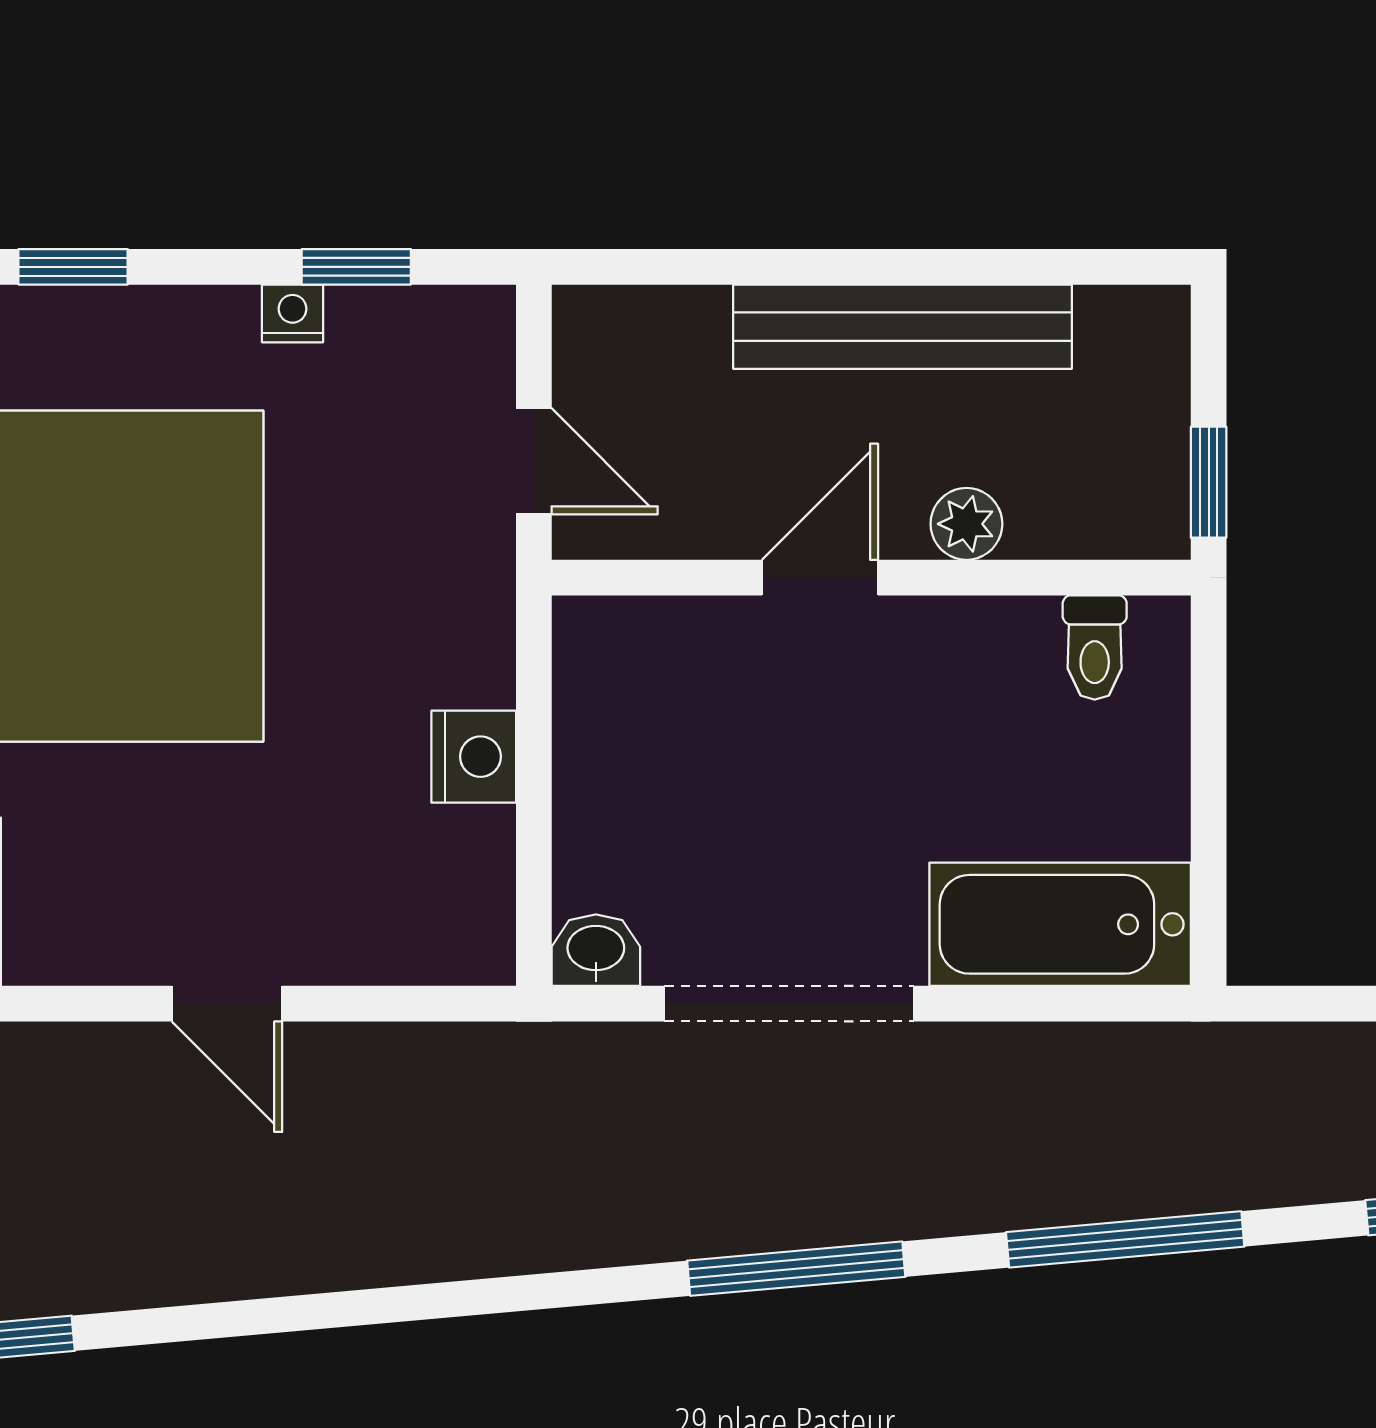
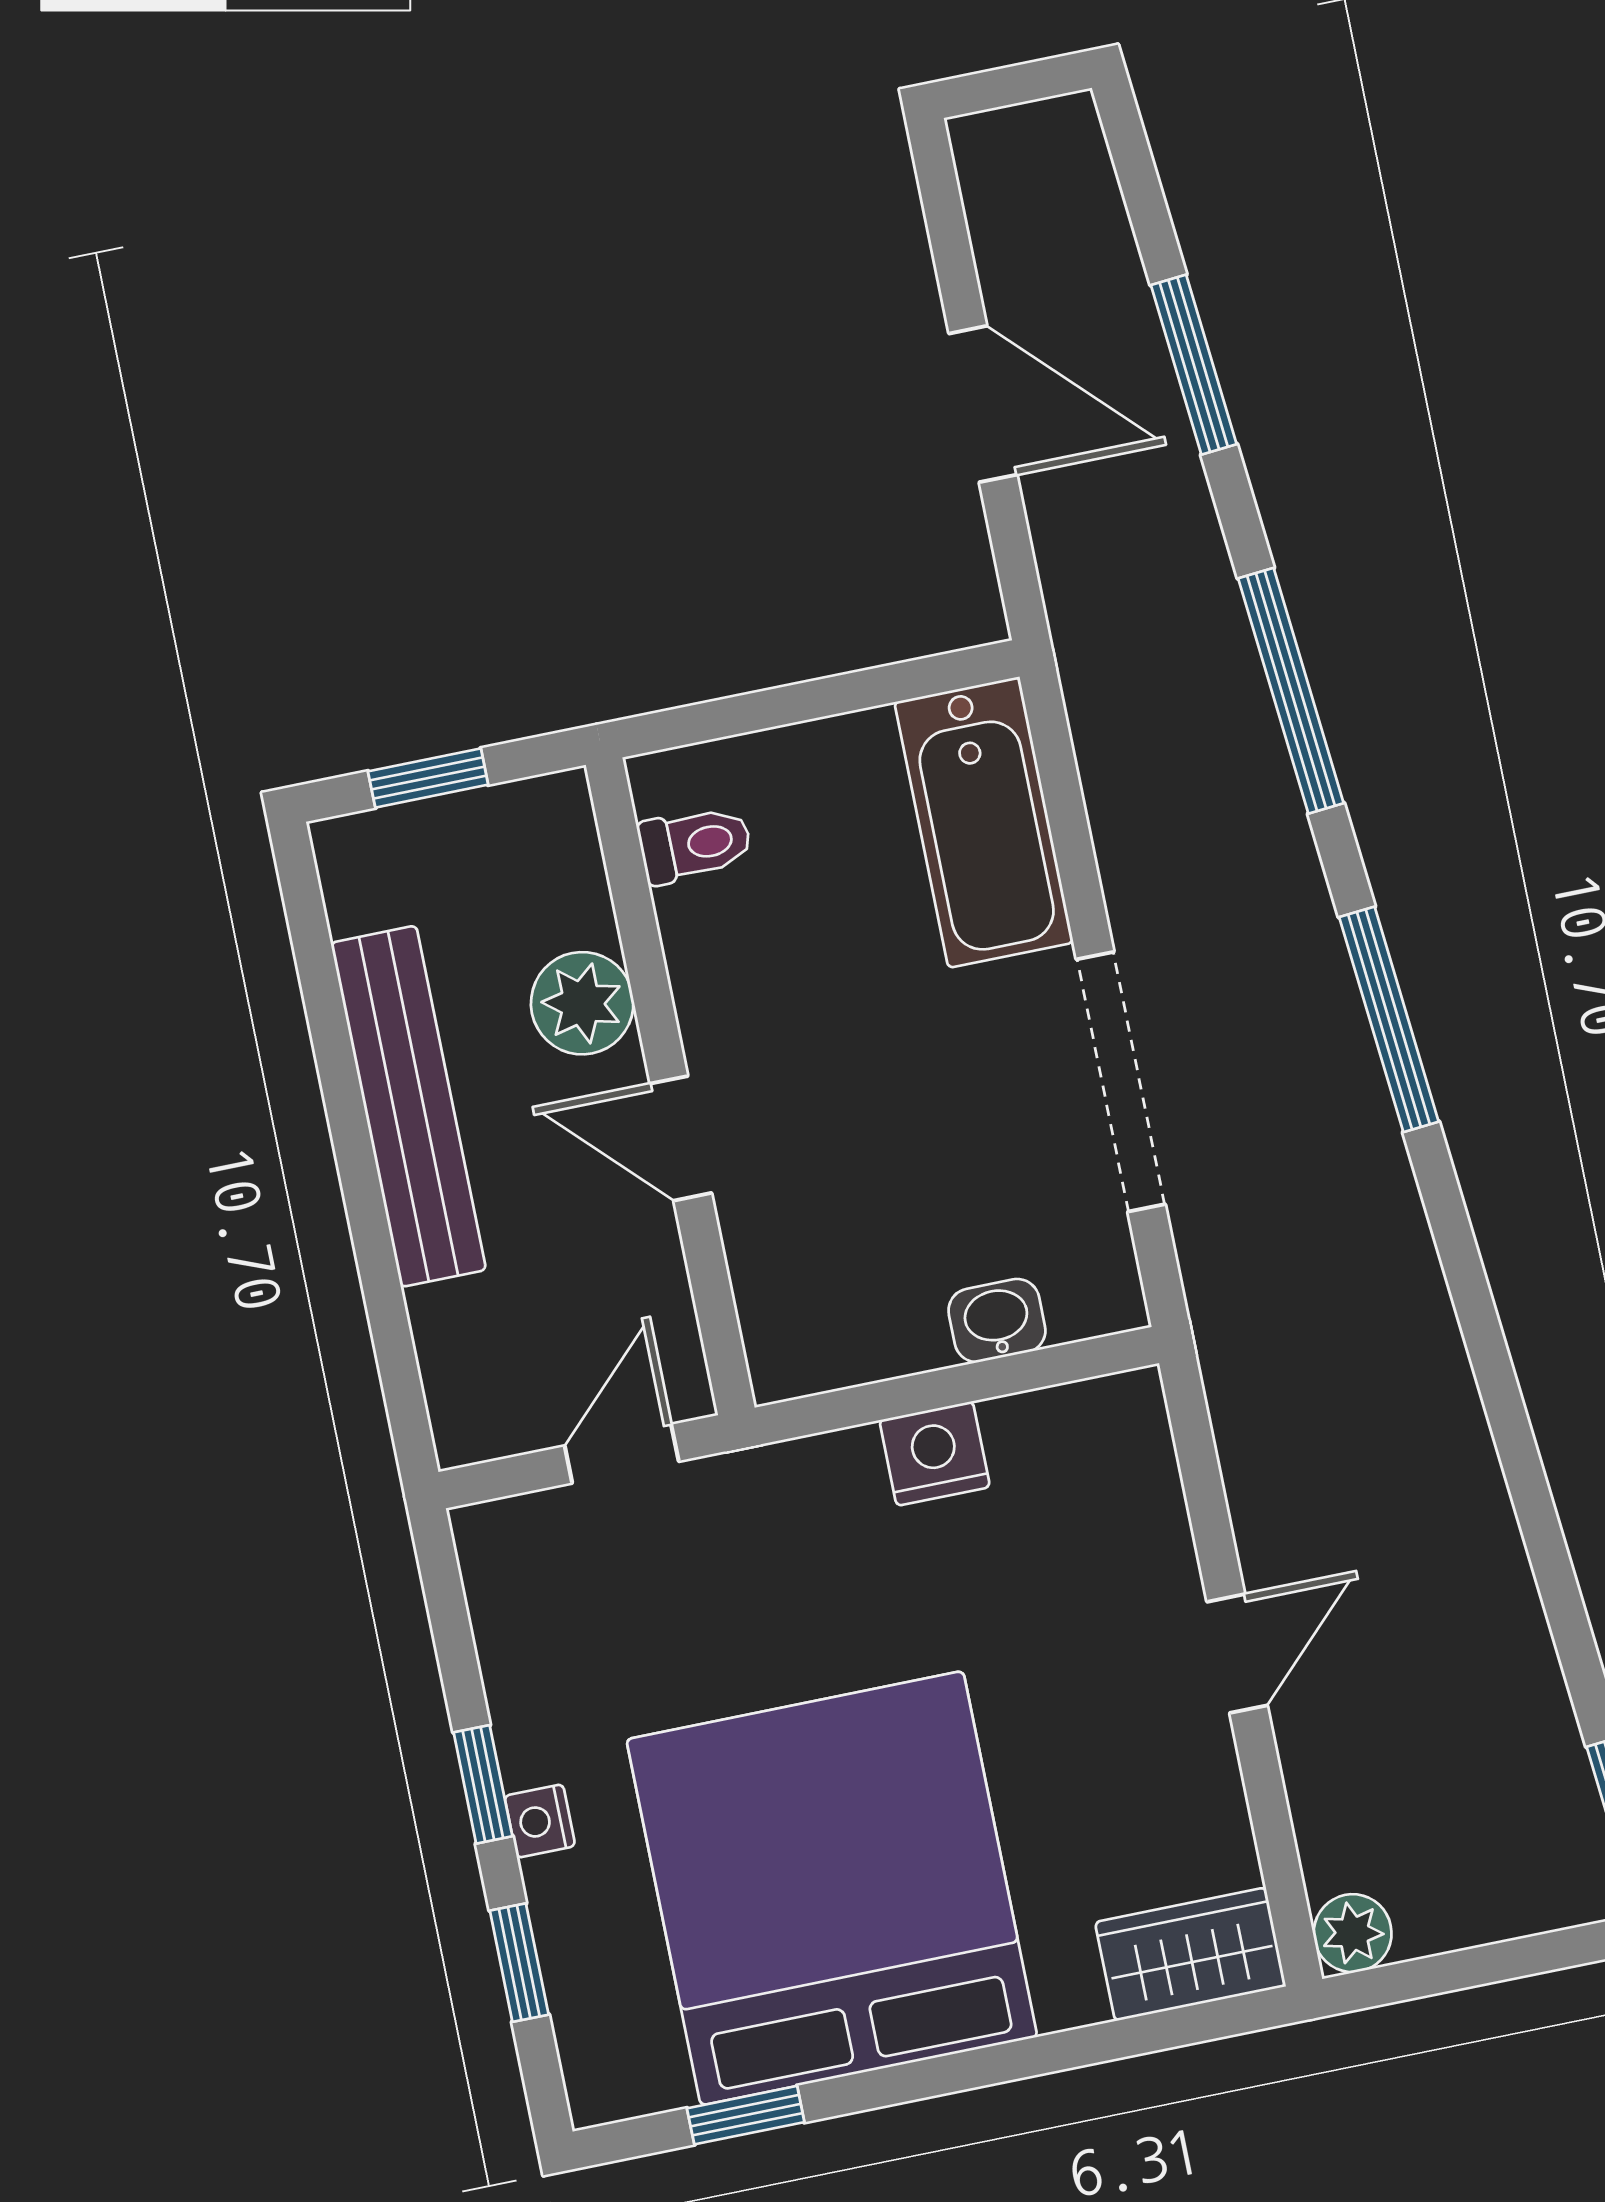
window: (356, 267) -> (483, 1784), moved
nightstand: (293, 313) -> (540, 1821), moved
window: (1209, 482) -> (428, 778), moved
plant: (966, 524) -> (582, 1003), width x1.38, depth x1.38
washbasin: (596, 950) -> (997, 1321), moved, turned 90

